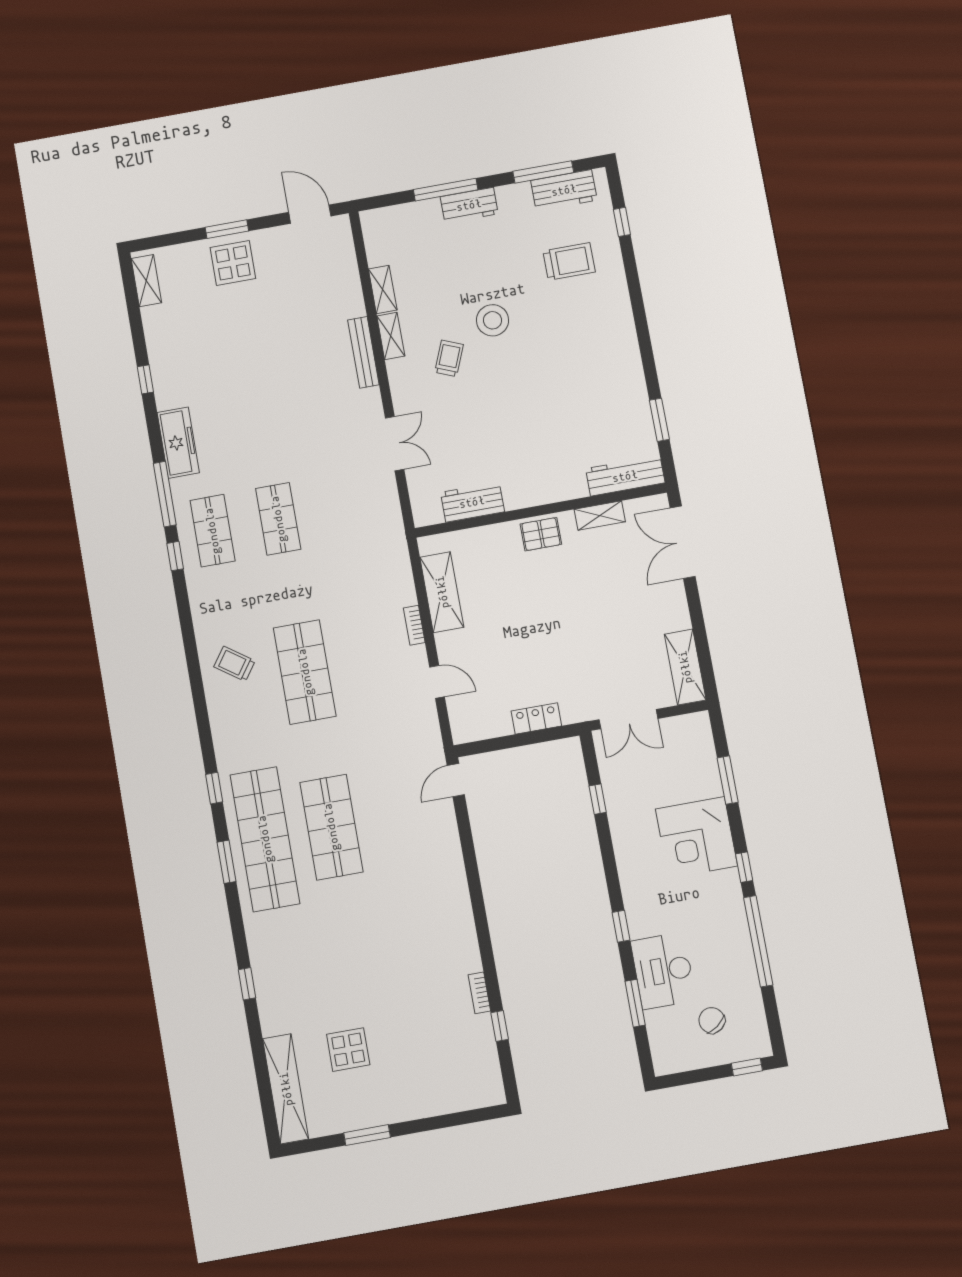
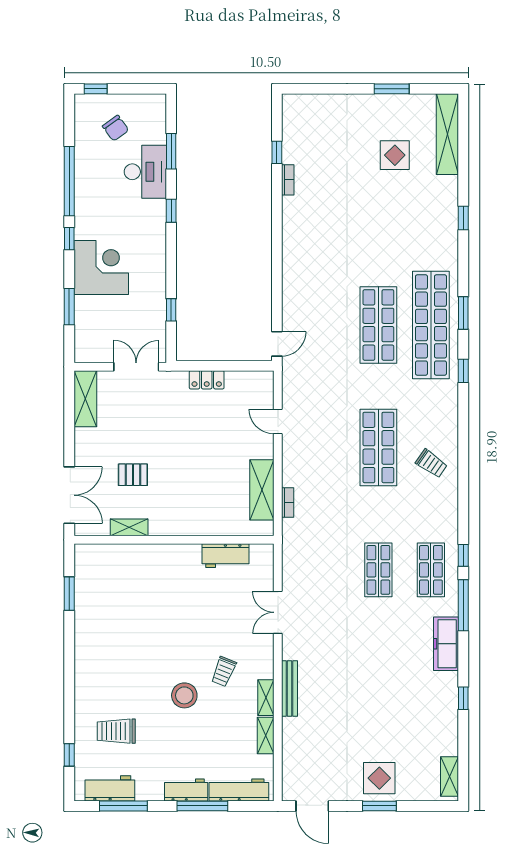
workbench: (625, 476) -> (239, 790), moved, turned 180
pallet: (541, 534) -> (133, 475), moved
bookcase: (414, 625) -> (288, 503), moved

